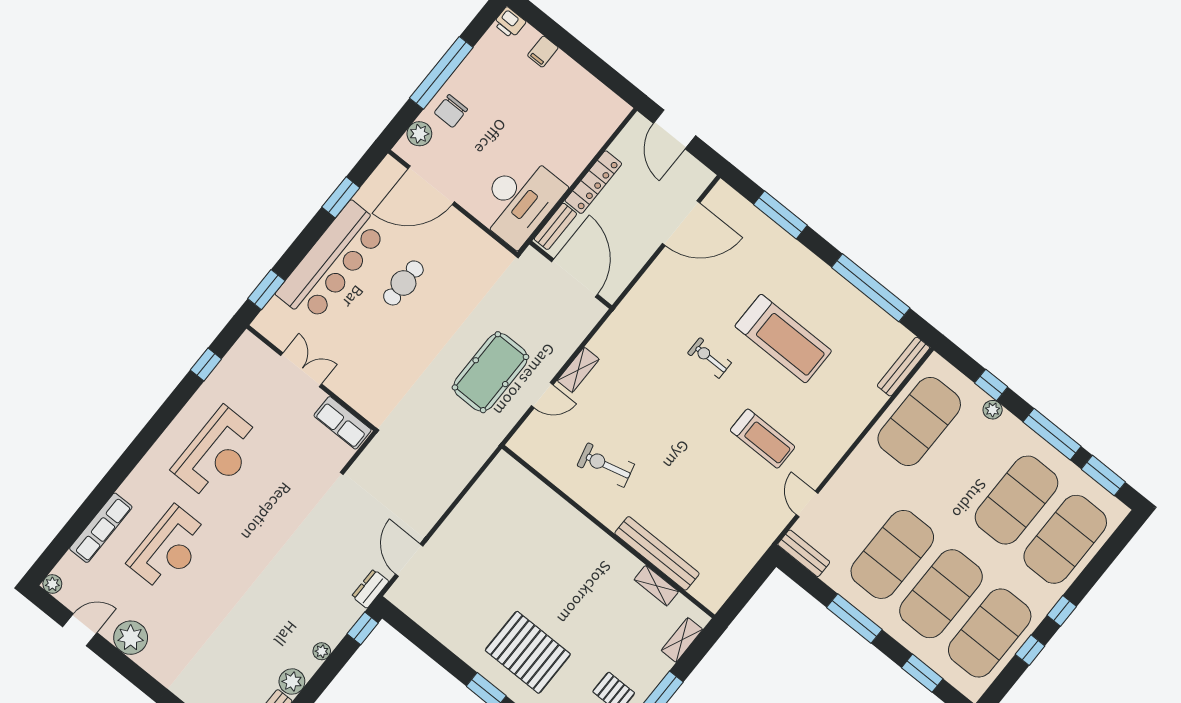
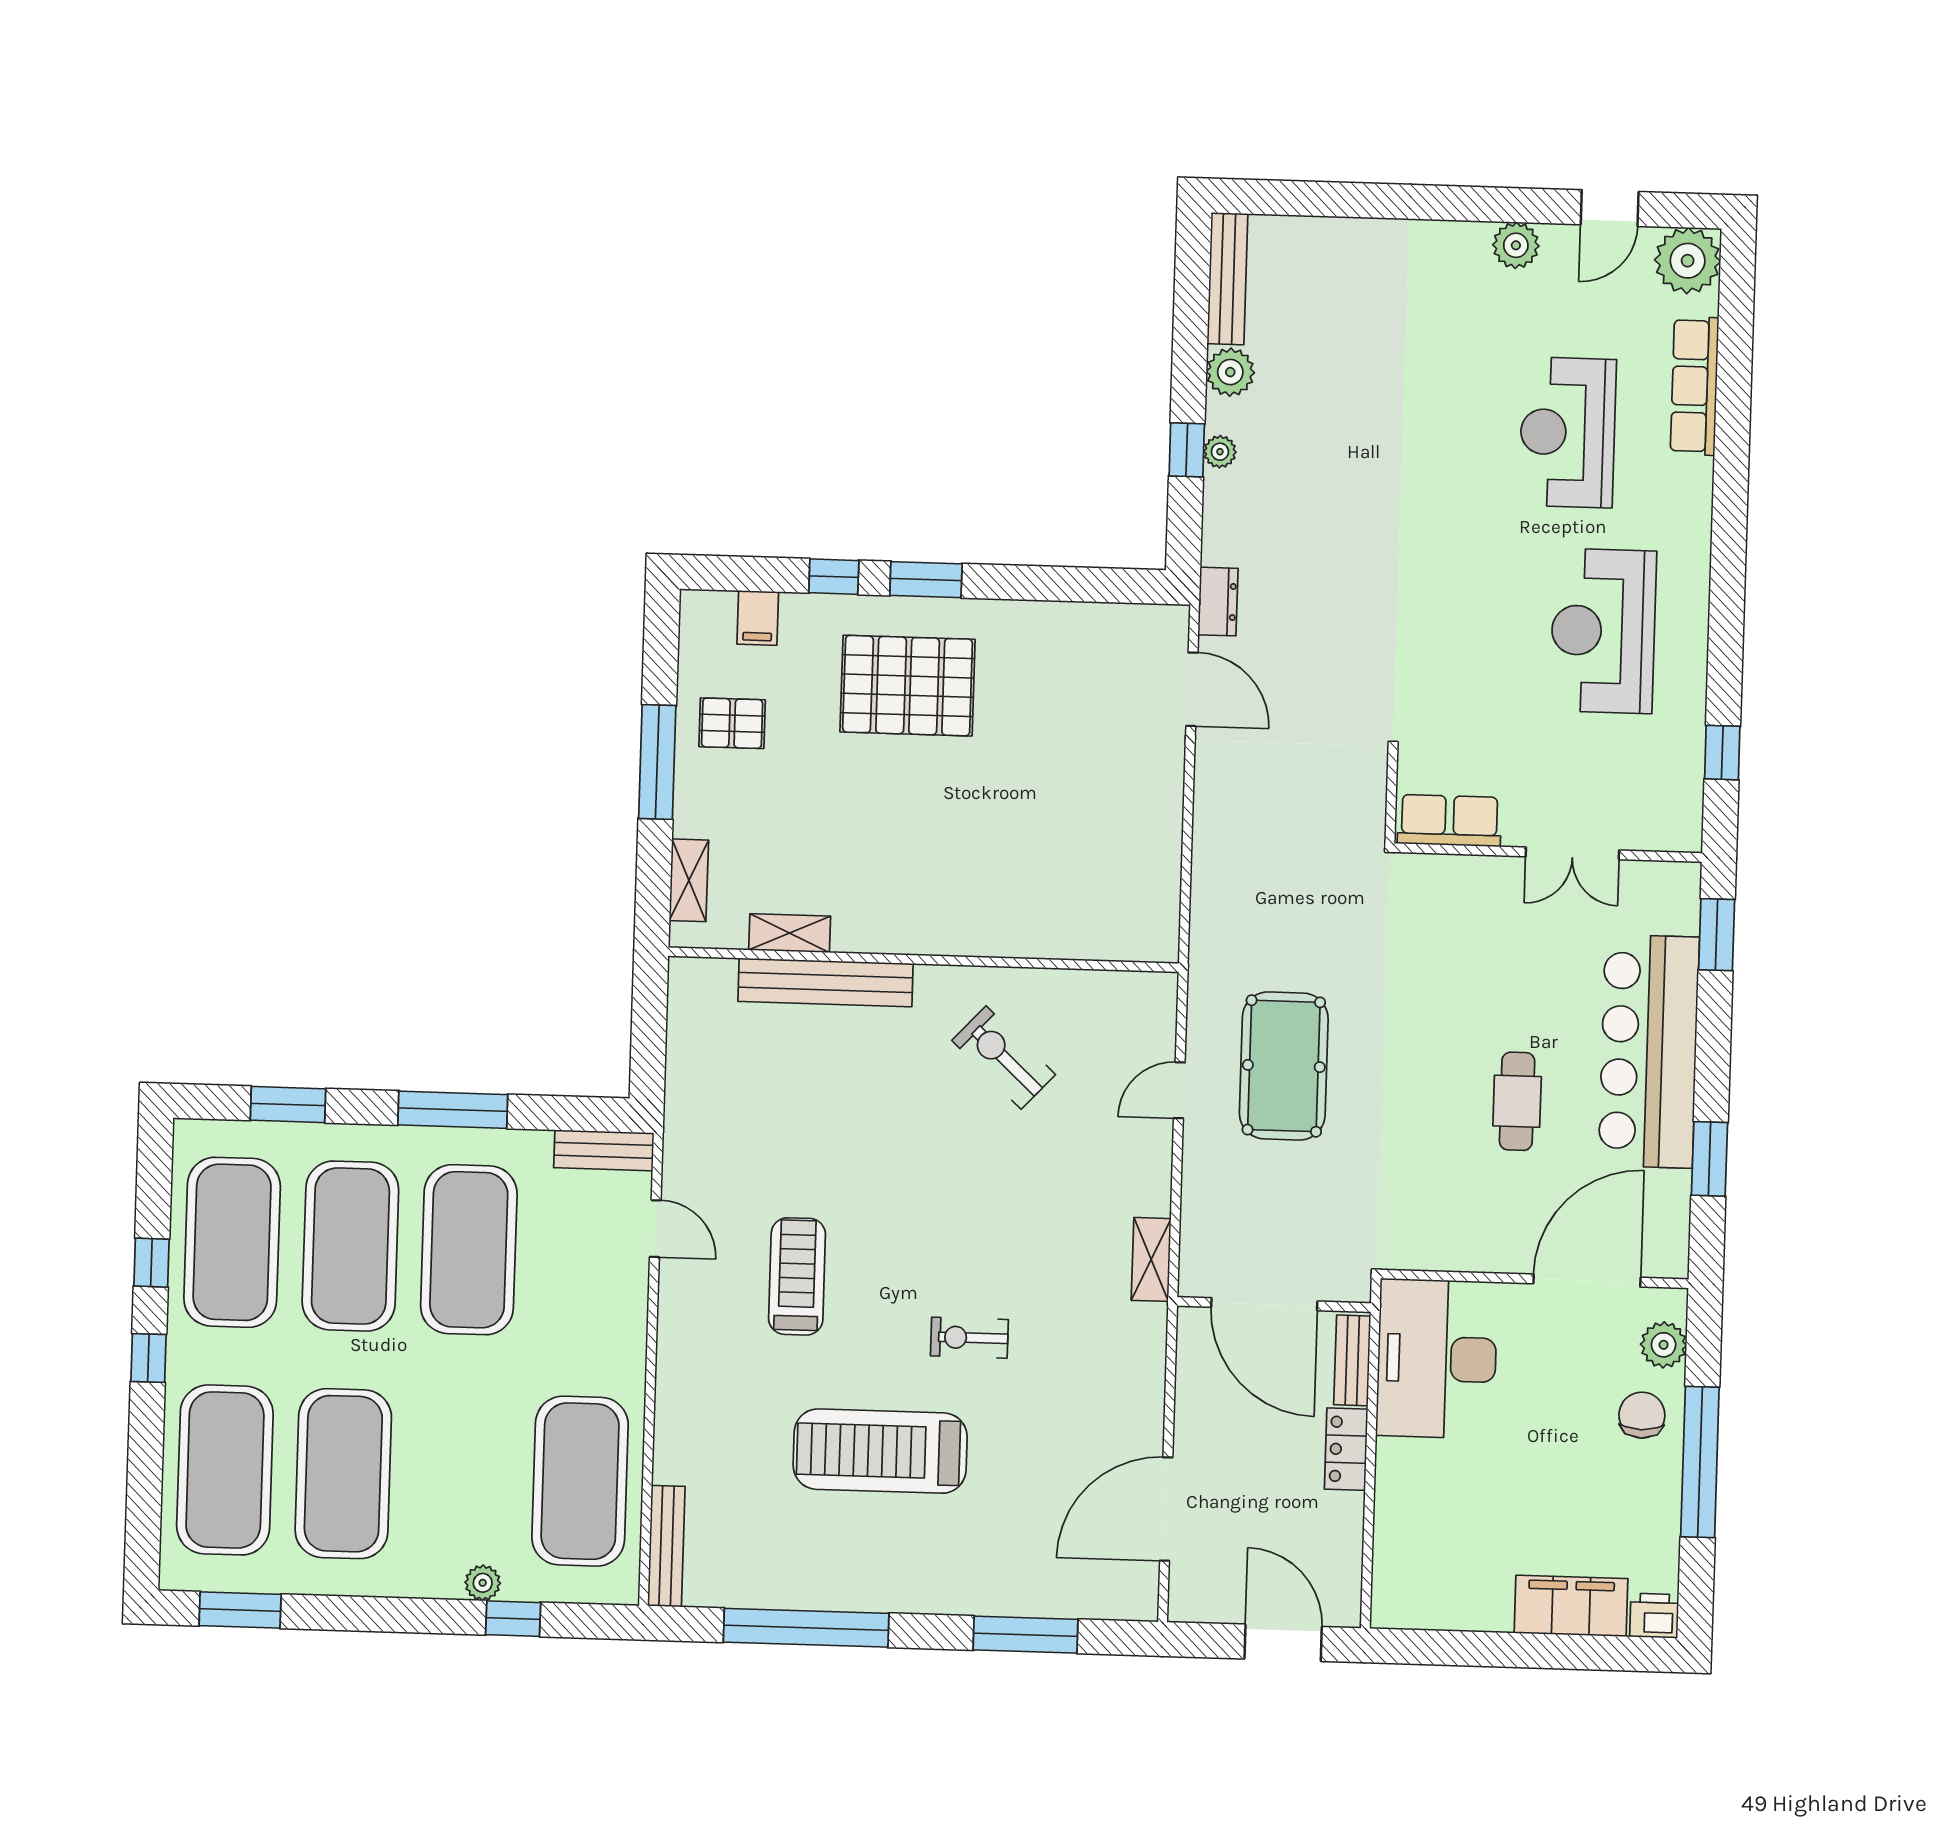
filing cabinet: (543, 52) -> (1571, 1606), width x3.00, depth x1.17
locker: (593, 182) -> (1346, 1449), width x0.66
exercise bike: (709, 358) -> (969, 1338), turned 180
shelving: (578, 370) -> (1151, 1259), moved
window: (1052, 434) -> (365, 1614), removed
treadmill: (763, 439) -> (797, 1276), turned 90
exercise bike: (606, 465) -> (1004, 1058), turned -123
plant: (52, 584) -> (1688, 261), width x1.88, depth x1.88
window: (363, 628) -> (1187, 450), moved
plant: (131, 638) -> (1516, 245), width x0.73, depth x0.73

